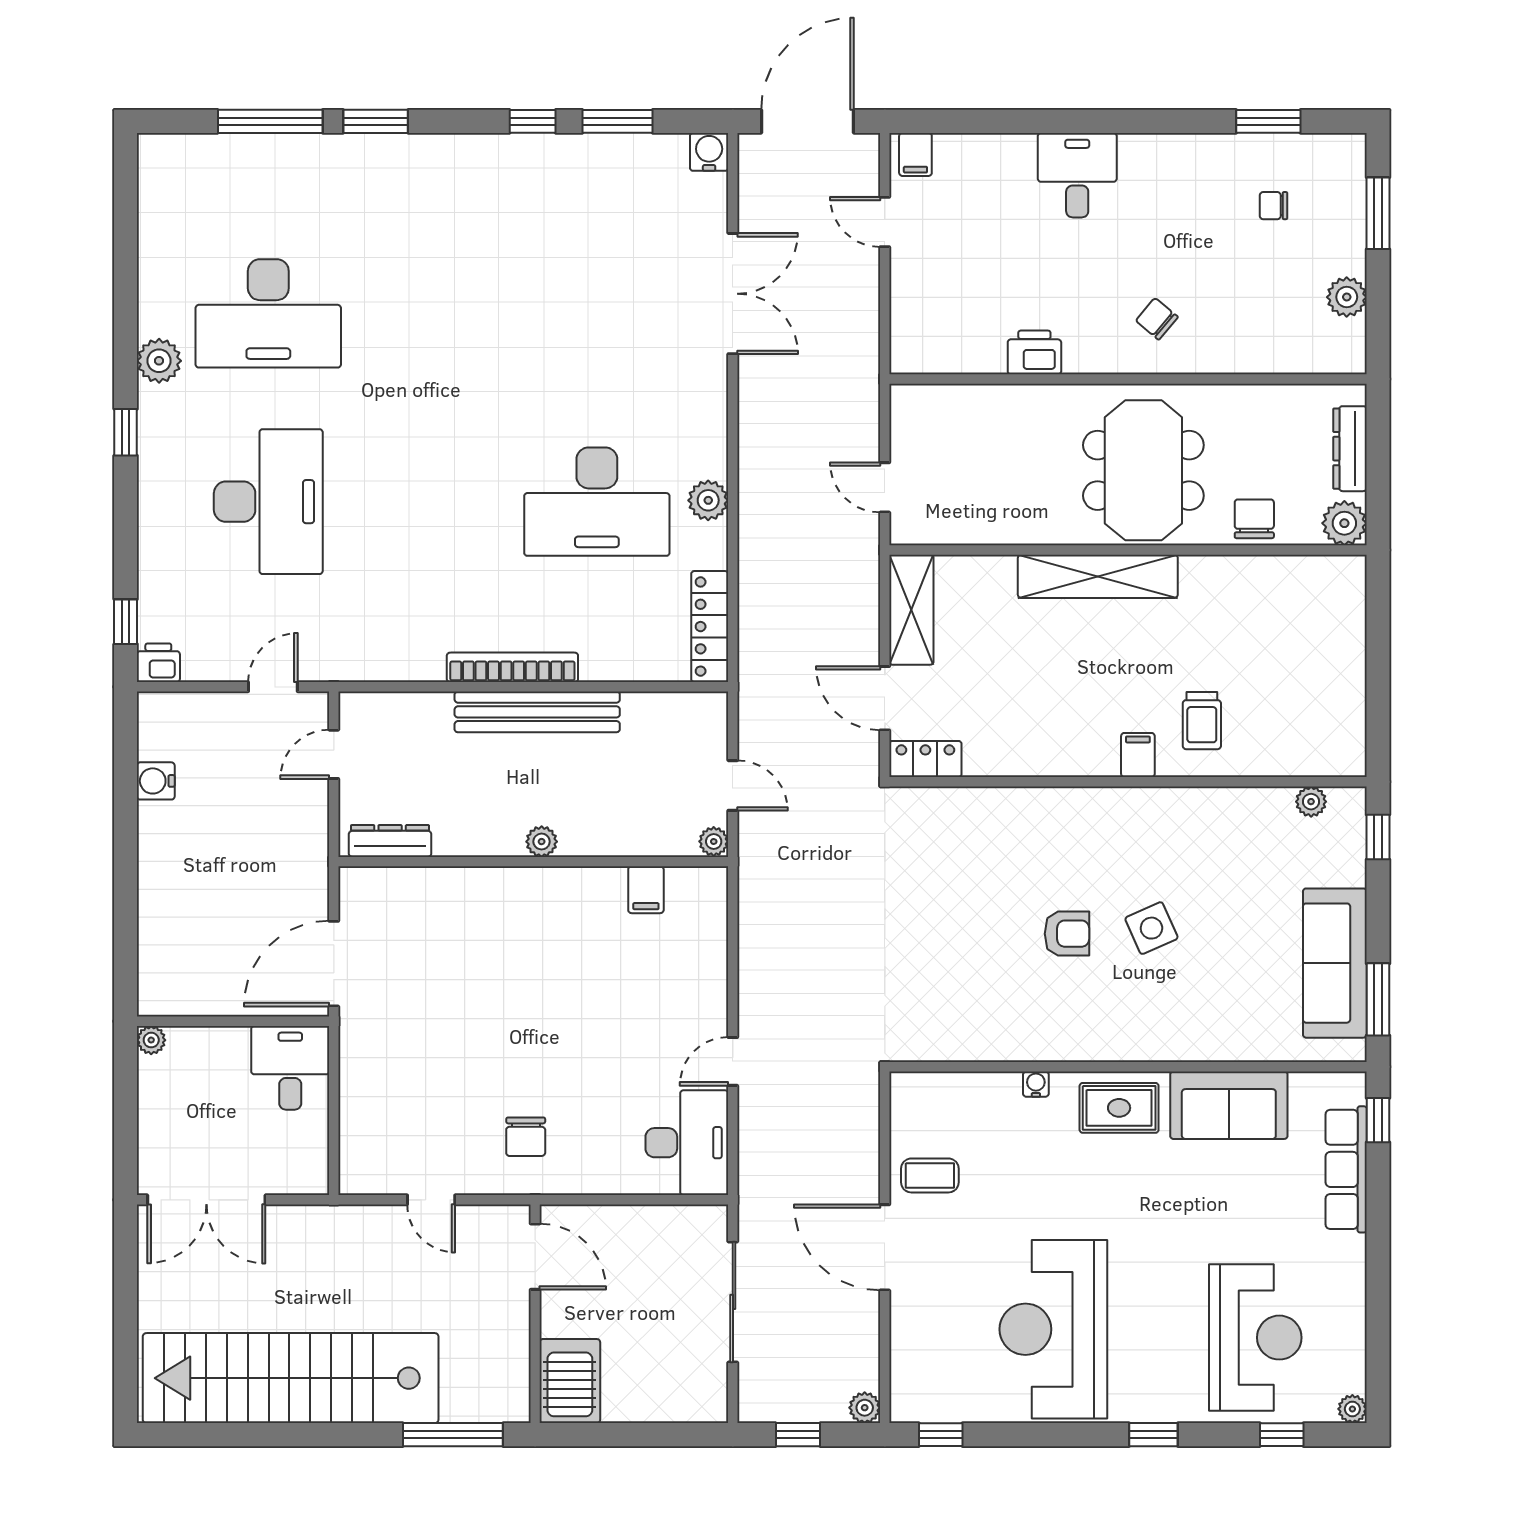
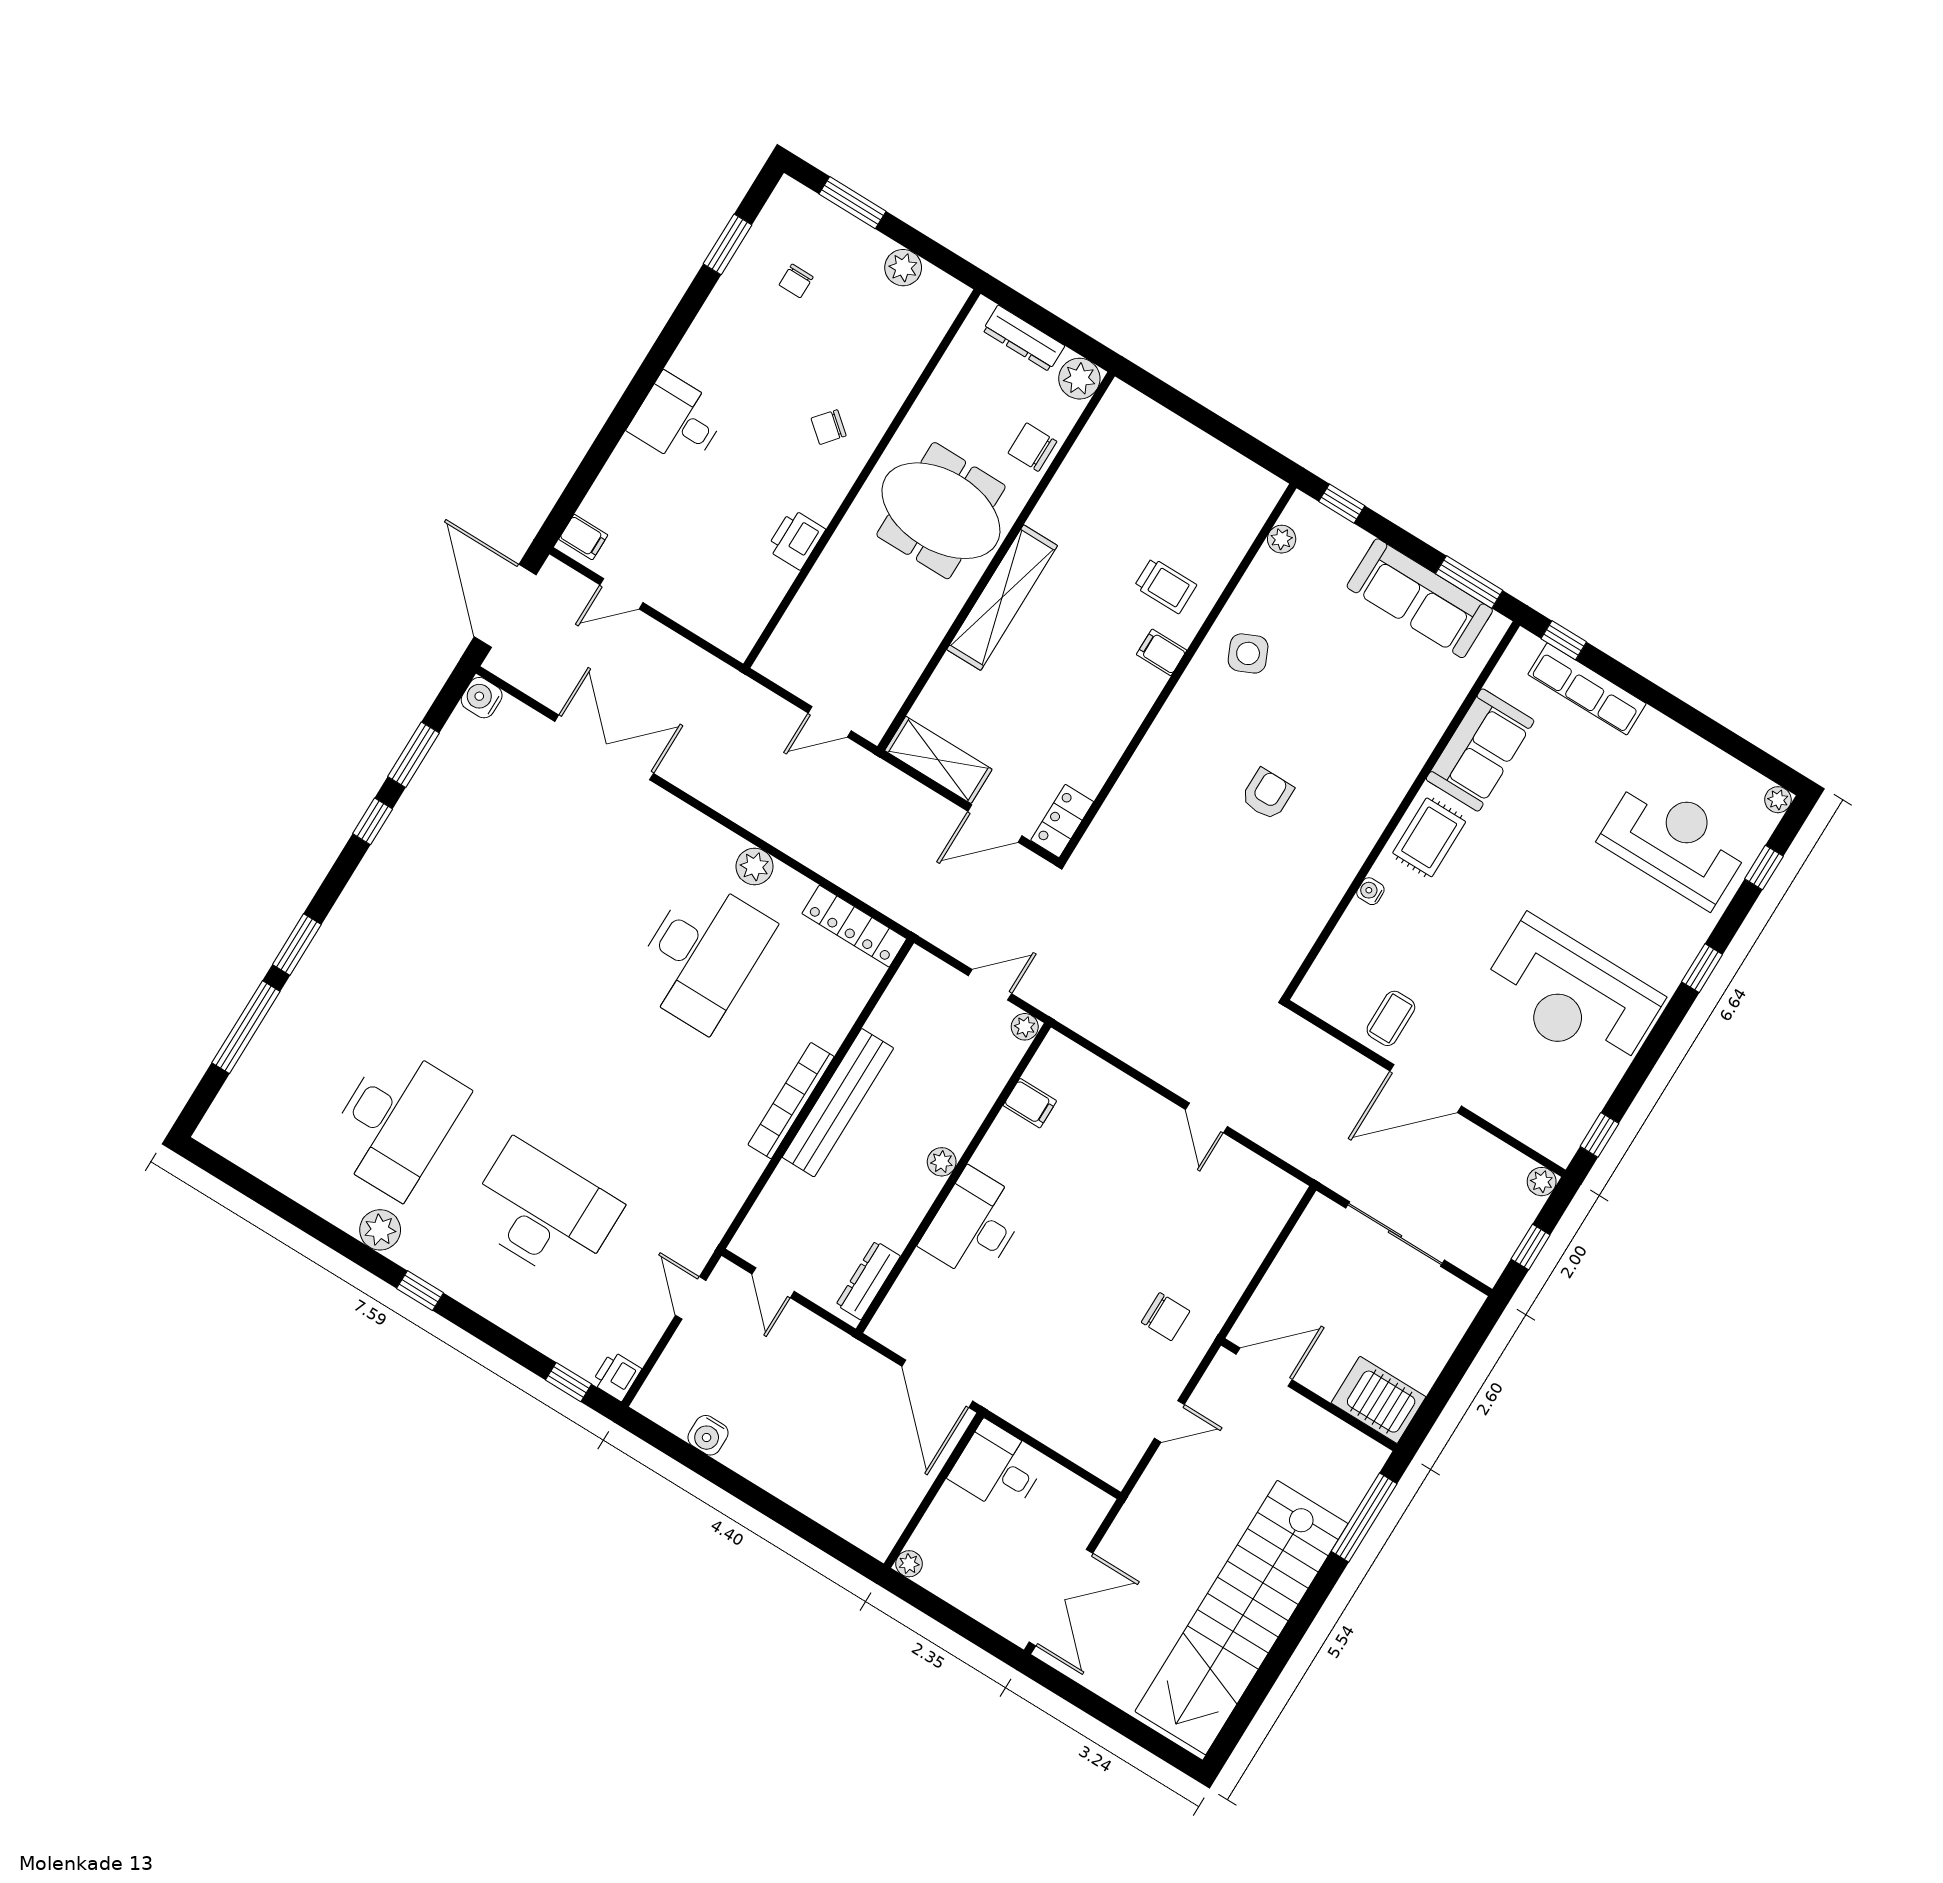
side table: (1151, 928) -> (1248, 653), moved
desk: (687, 1143) -> (974, 1225), moved, turned -90

